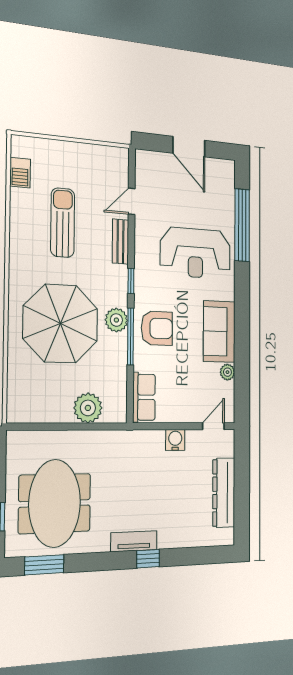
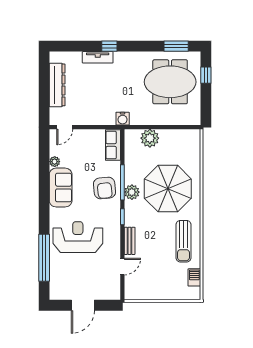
door: (189, 147) -> (83, 305), swing flipped
sun lounger: (63, 223) -> (183, 241), moved
armchair: (157, 328) -> (105, 188), turned -96
water cooler: (175, 440) -> (123, 119), moved
meeting table: (55, 503) -> (170, 82), turned 90
tv unit: (134, 541) -> (98, 57), moved

